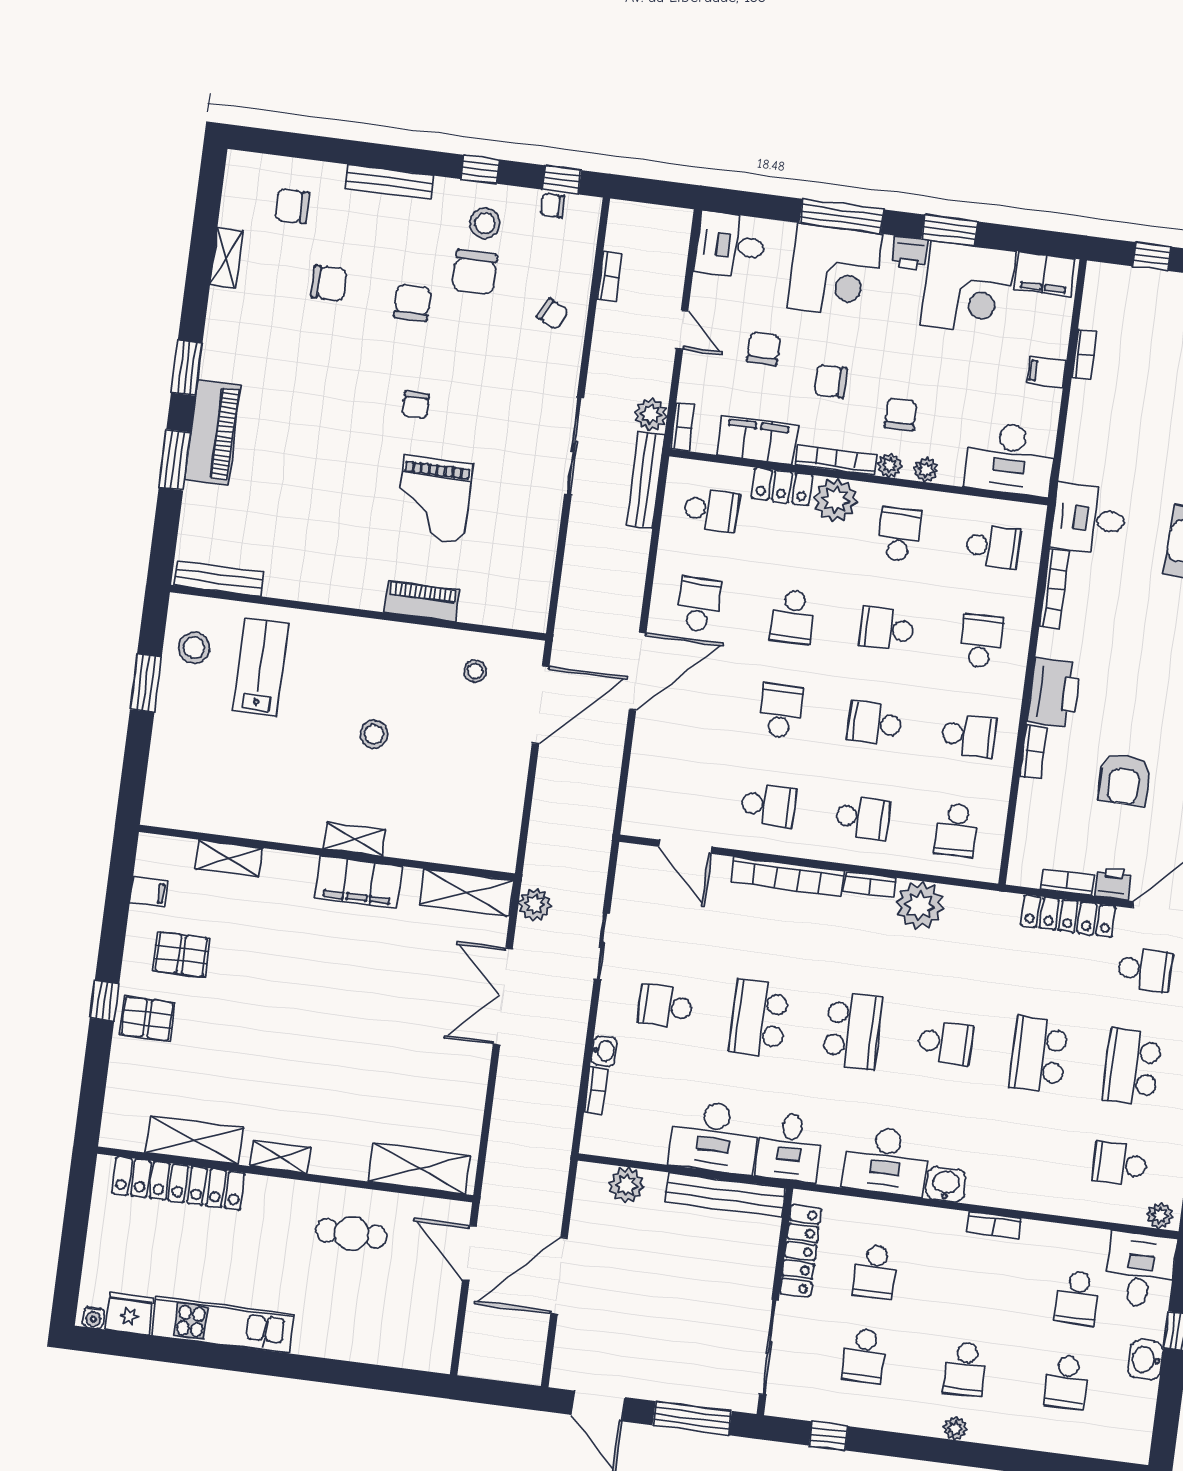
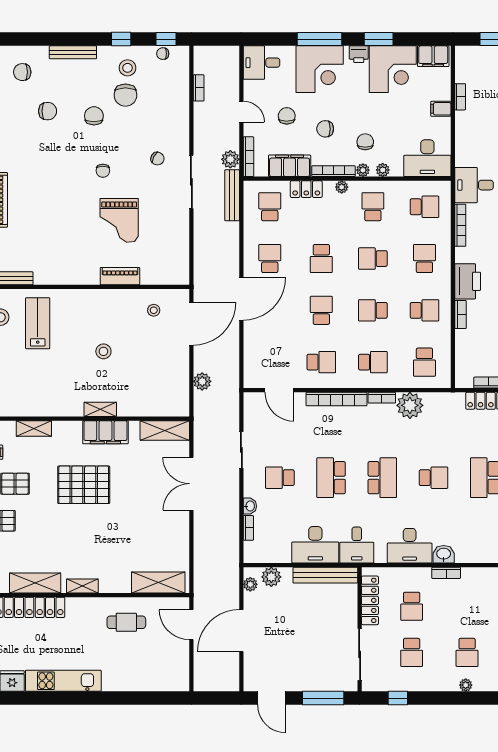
chair: (552, 314) -> (157, 159), moved
bookcase: (683, 427) -> (248, 157), width x1.56
plant: (836, 500) -> (342, 187), width x0.53, depth x0.53
school desk: (711, 510) -> (270, 207), turned -90
plant: (535, 905) -> (202, 381), moved
pallet: (306, 973) -> (84, 485), added
plant: (586, 1194) -> (250, 584), added
bookcase: (994, 1225) -> (446, 573), moved

